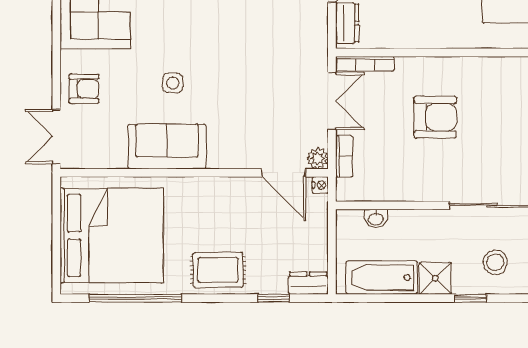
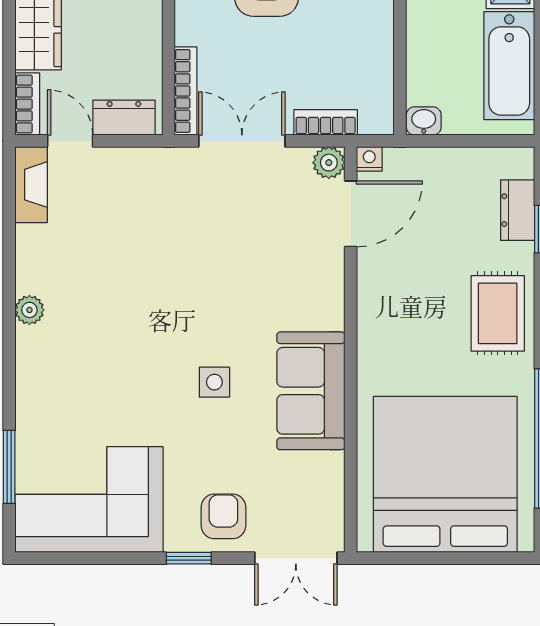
window: (56, 66) -> (189, 558), added
washbasin: (376, 218) -> (424, 121), moved, turned -90
dresser: (308, 283) -> (518, 210), moved

